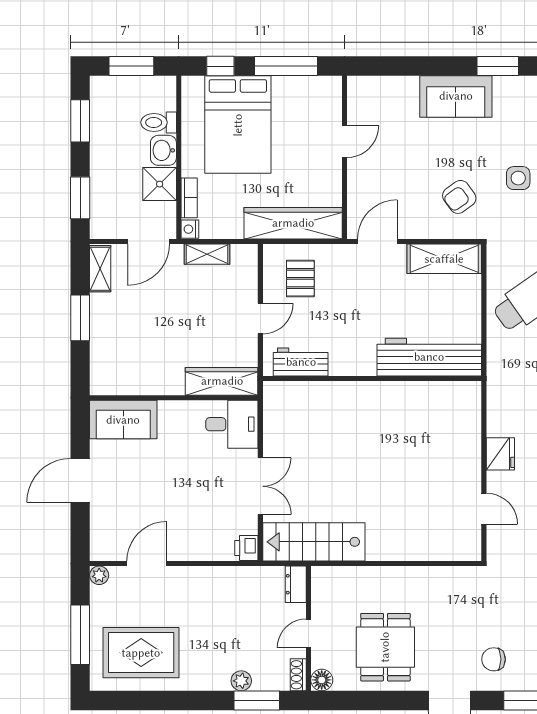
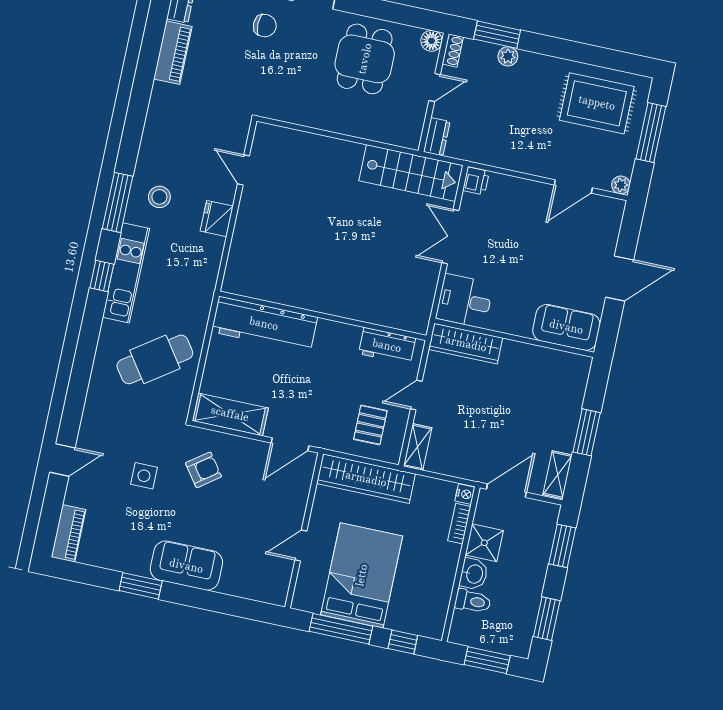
bed: (238, 125) -> (362, 575), moved
shelving: (207, 254) -> (418, 447), moved, turned 90

